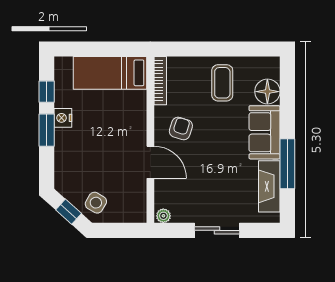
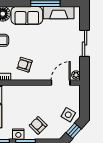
armchair: (78, 151) -> (38, 125), added
door: (150, 162) -> (61, 83), moved

